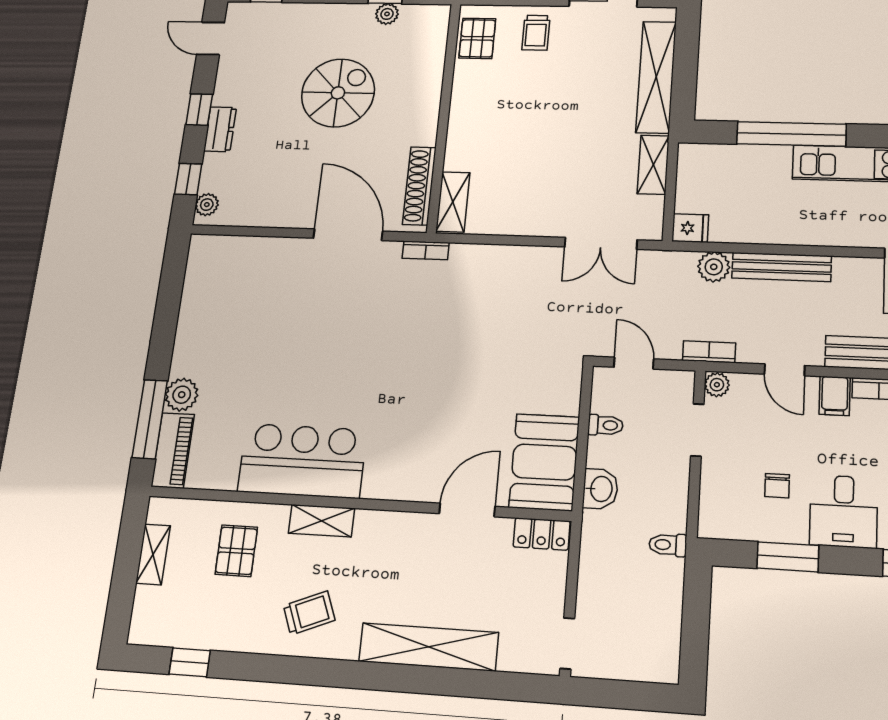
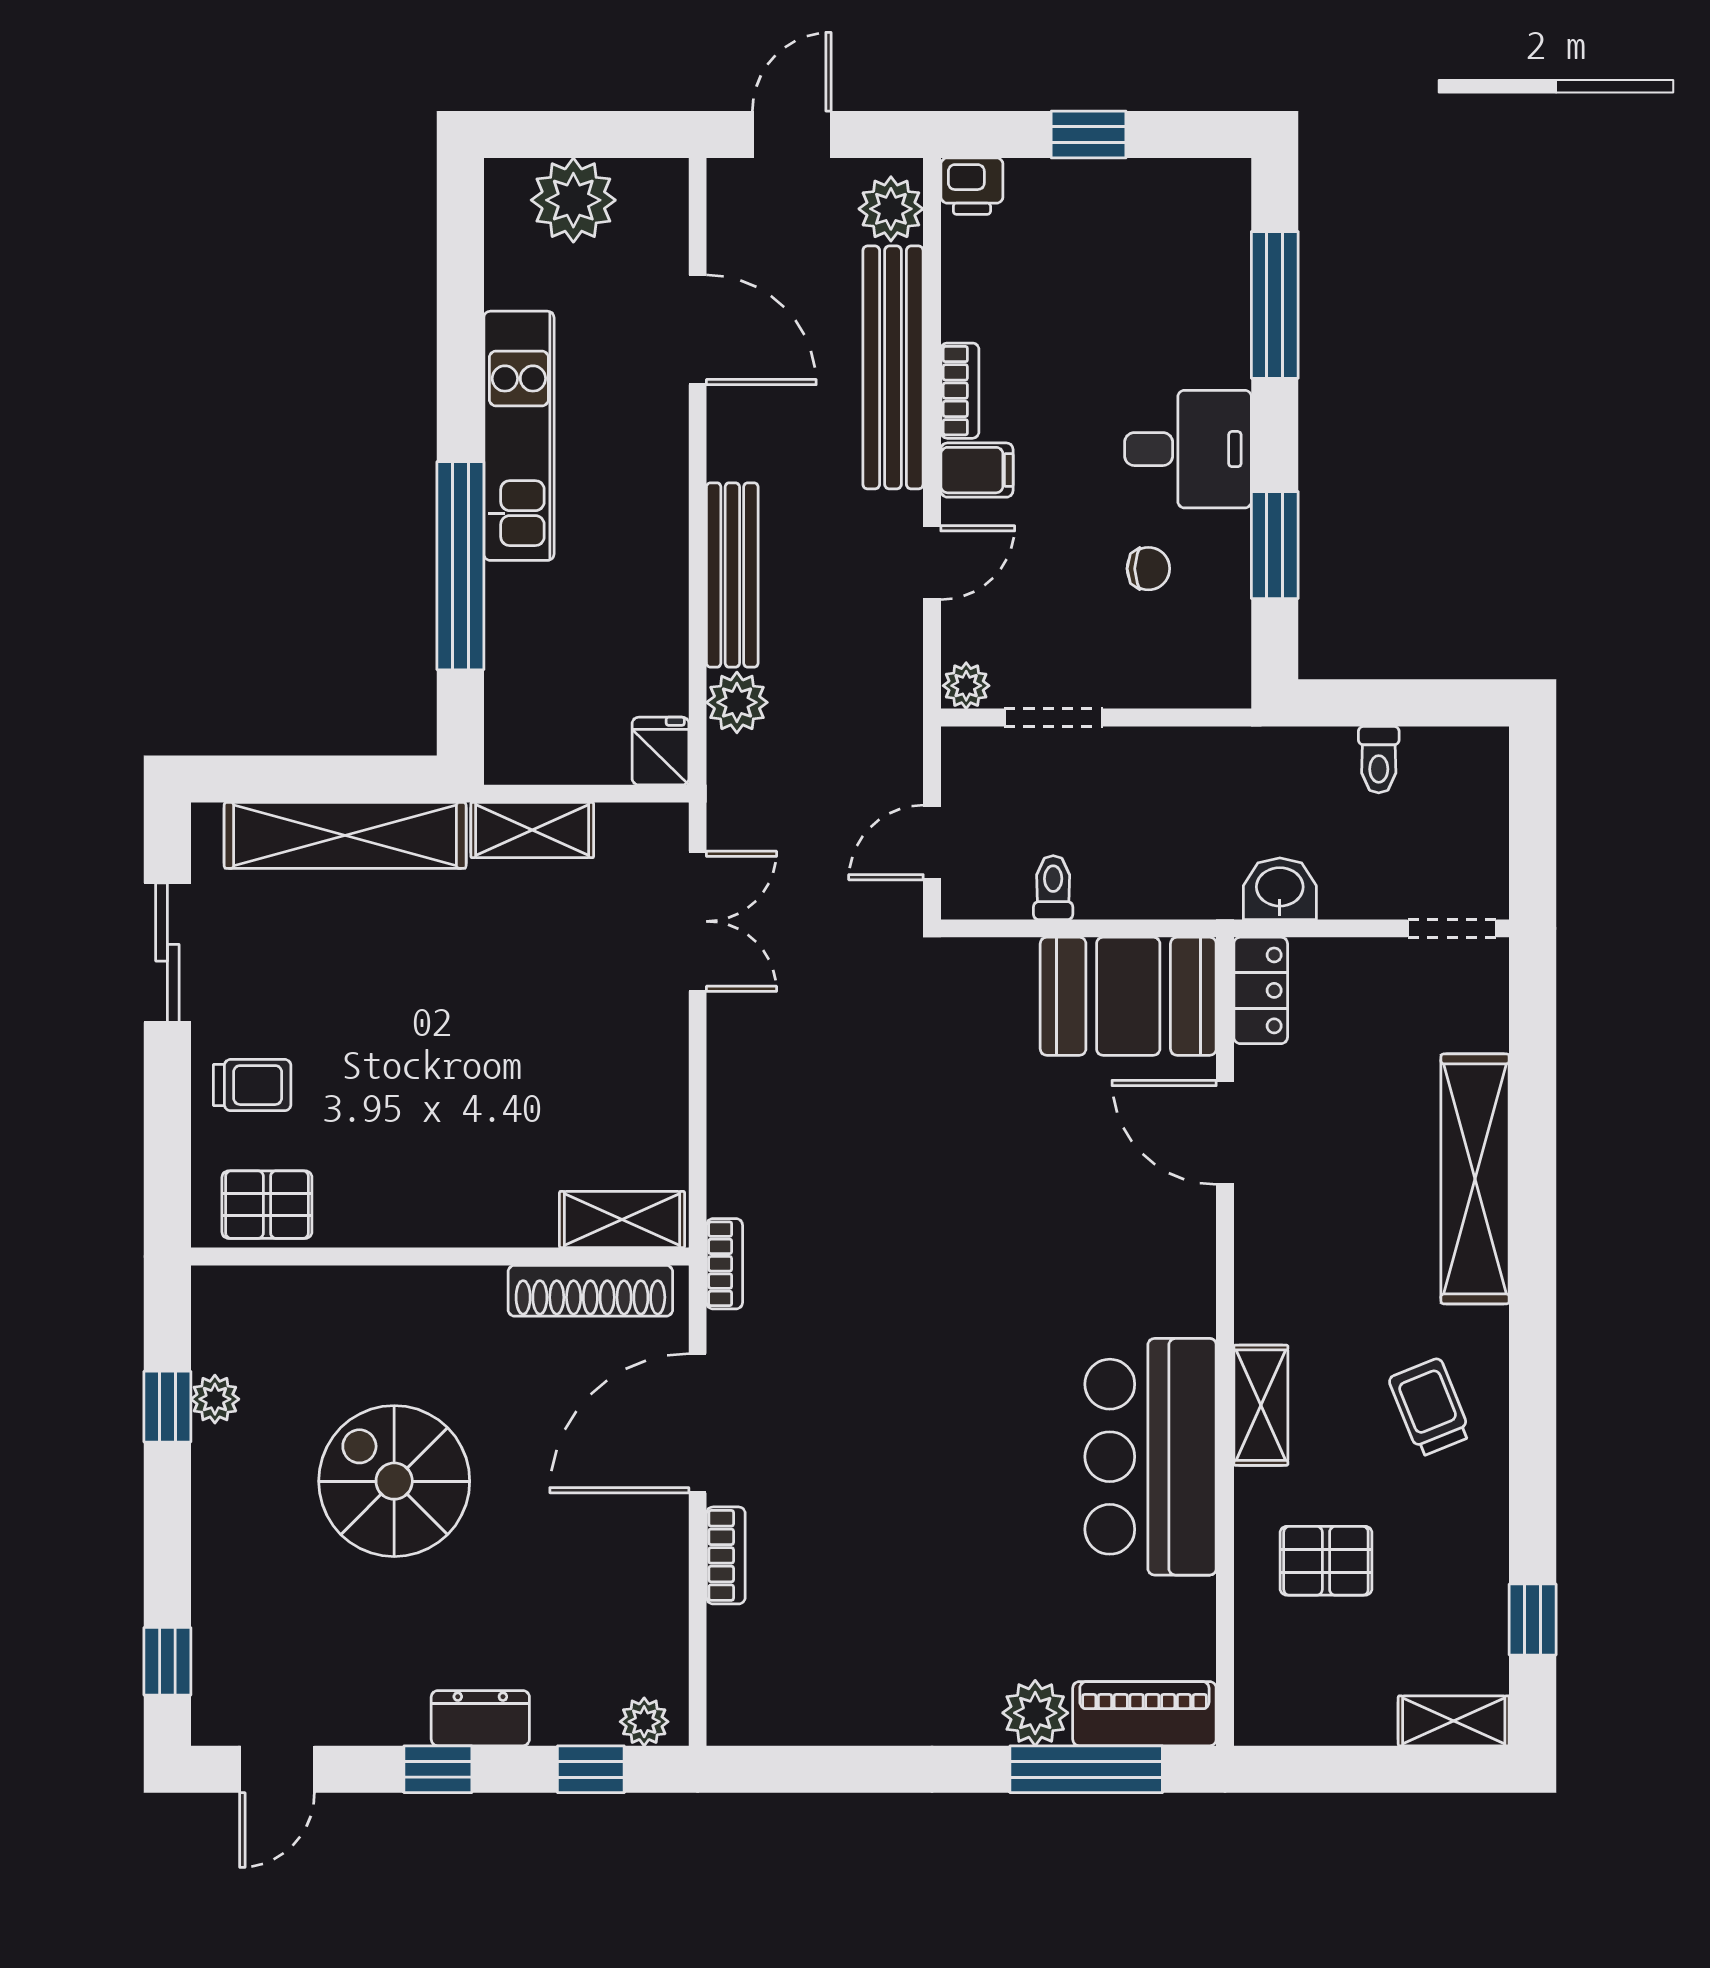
bookcase: (709, 352) -> (726, 1555), moved, turned 180
washbasin: (600, 489) -> (1280, 889), moved
toilet: (668, 545) -> (1379, 760), moved
shelving: (153, 554) -> (1454, 1721), moved

